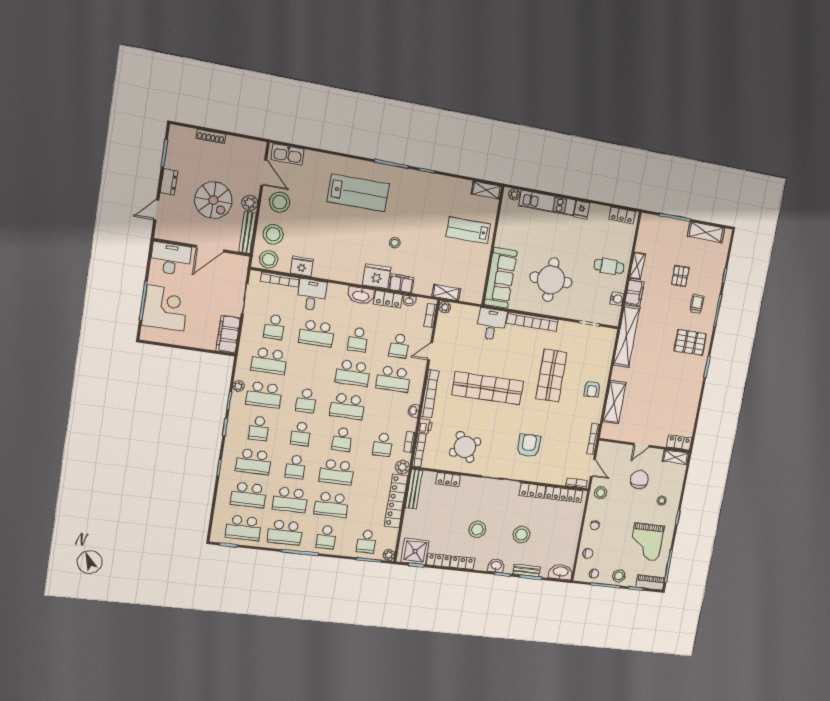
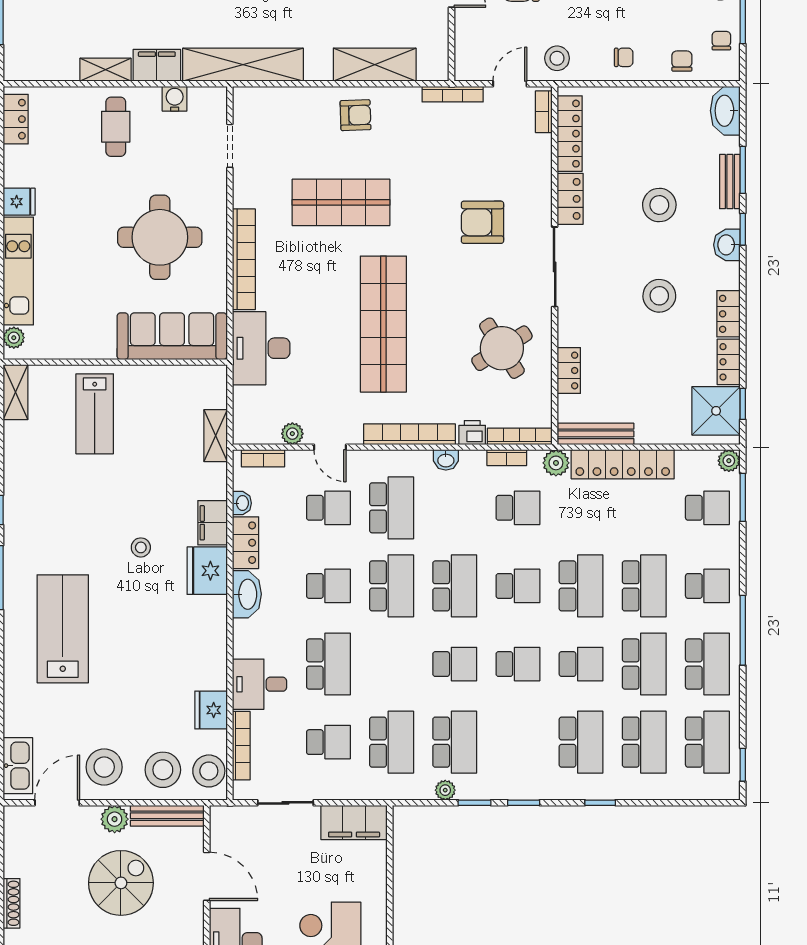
plant: (445, 307) -> (292, 434), moved
desk: (491, 324) -> (261, 348), width x1.37
school desk: (259, 428) -> (518, 742), removed

